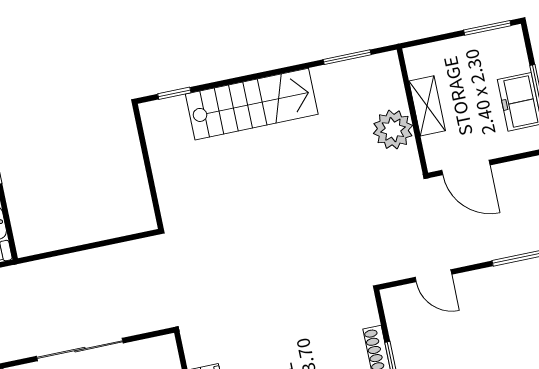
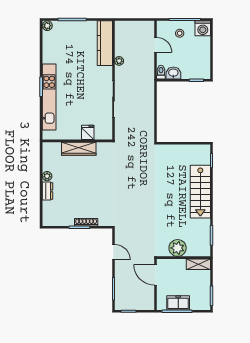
shelving: (427, 106) -> (198, 264), moved
door: (466, 168) -> (155, 275), hinge flipped
door: (433, 276) -> (113, 252), swing flipped

